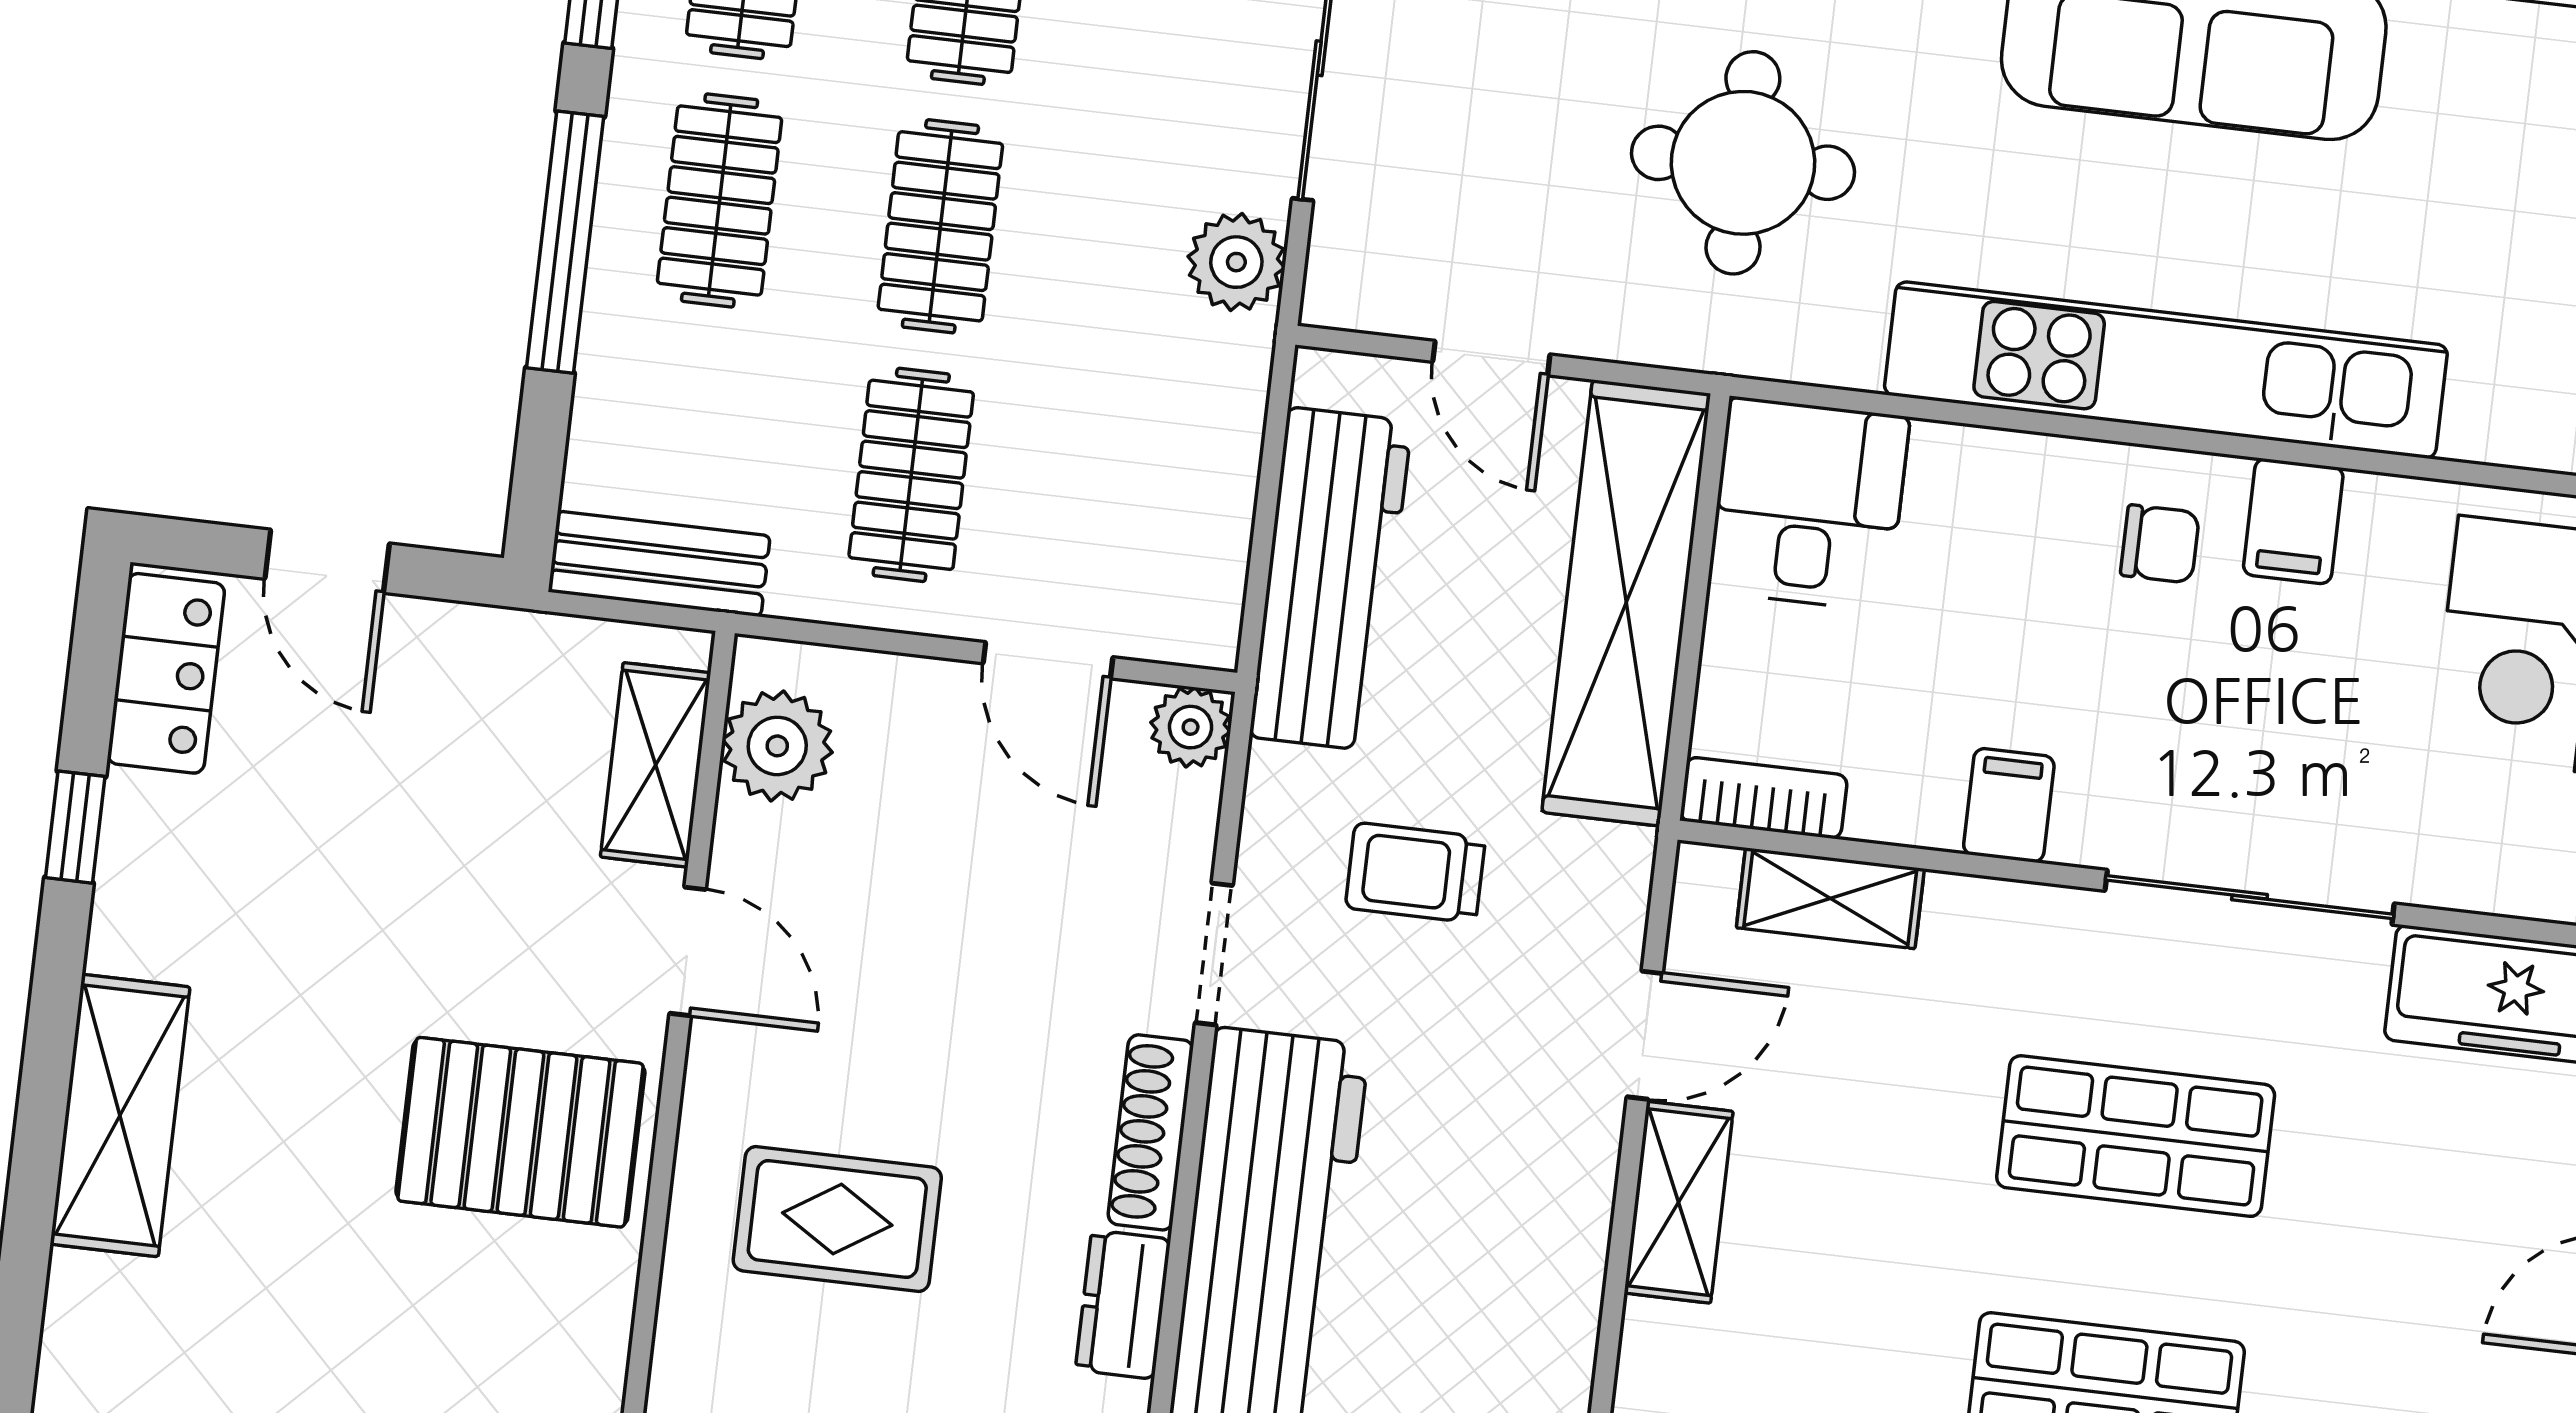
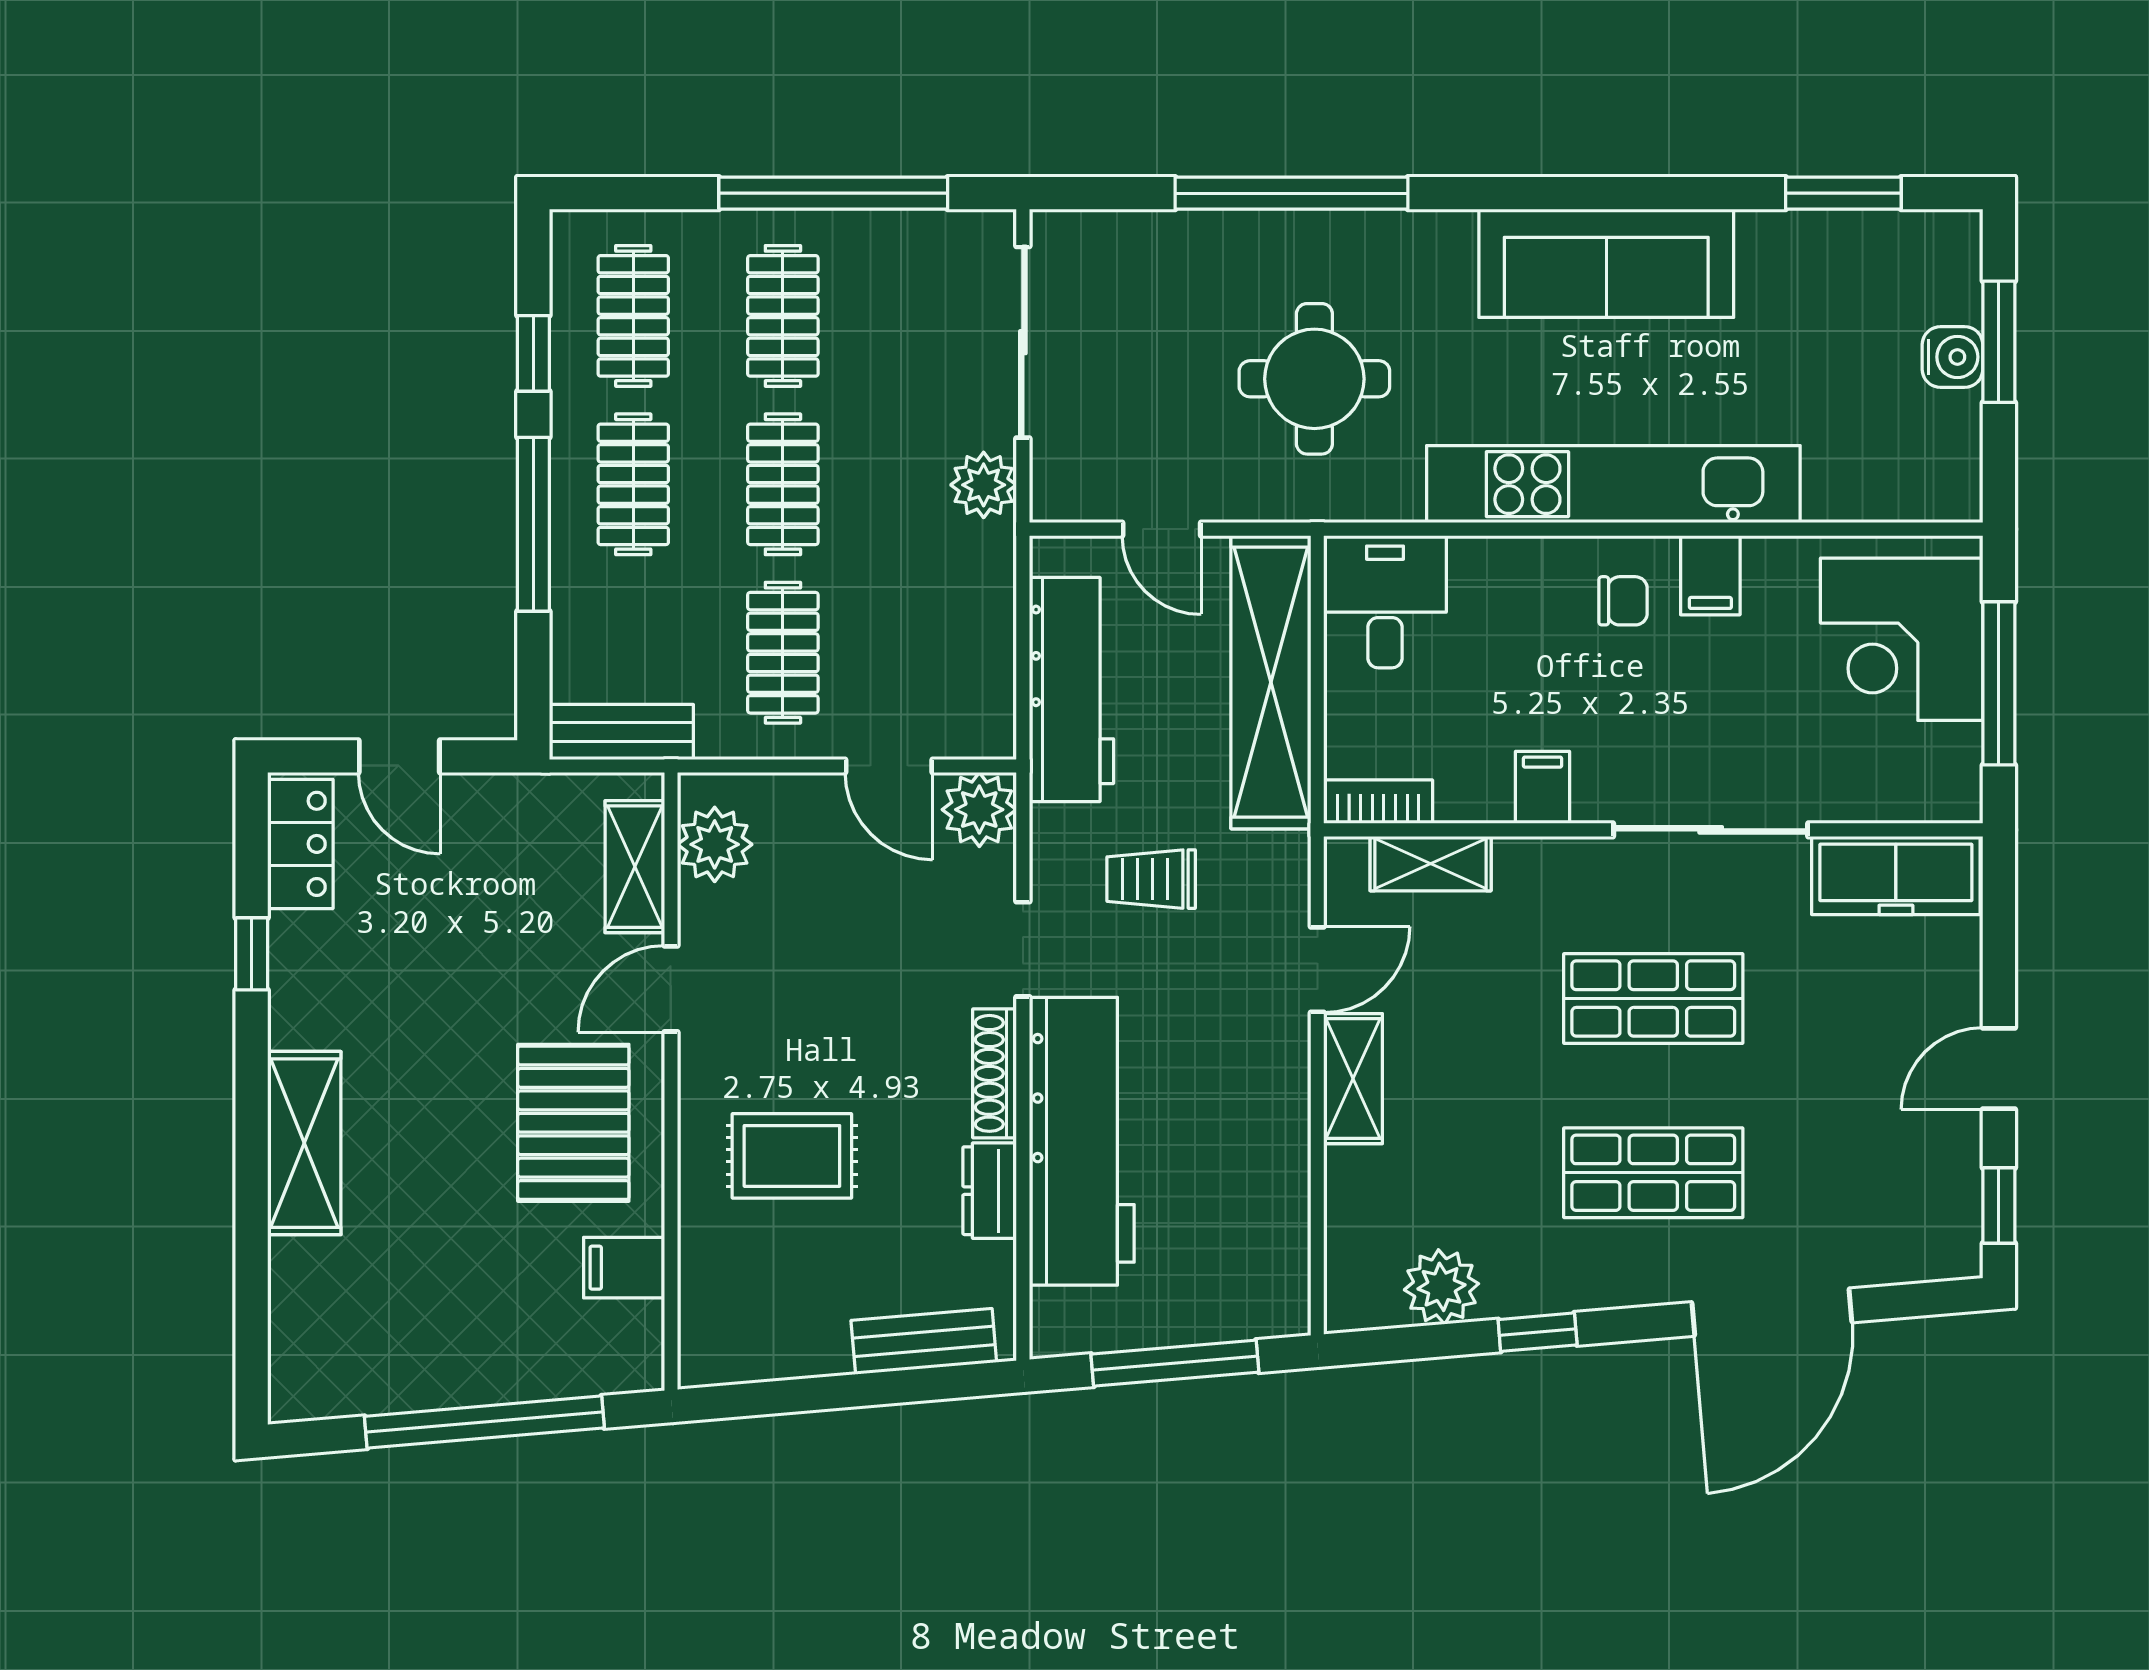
plant: (1191, 727) -> (979, 810), width x1.38, depth x1.38
door: (688, 951) -> (671, 989), swing flipped
pallet: (520, 1132) -> (573, 1123), turned 90
filing cabinet: (570, 1355) -> (624, 1268), added

